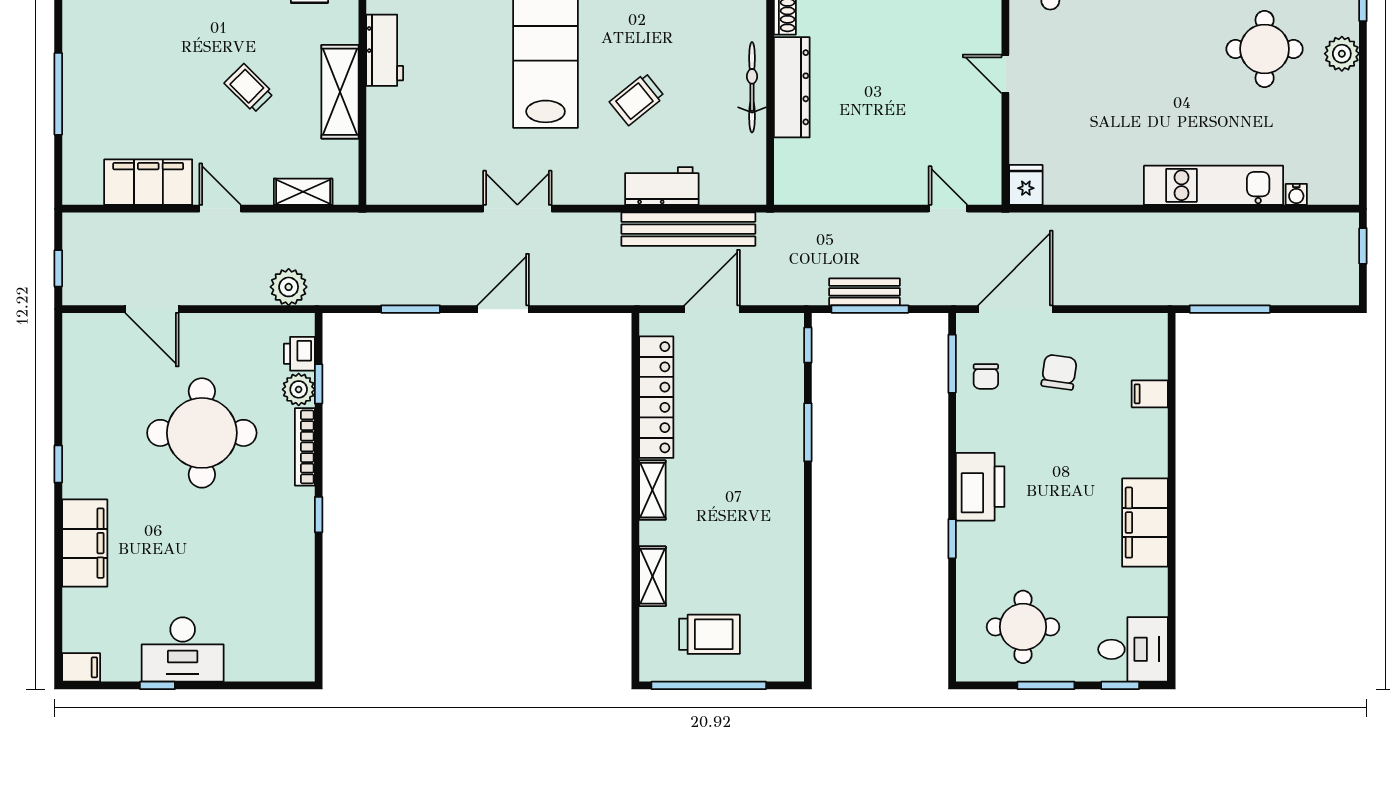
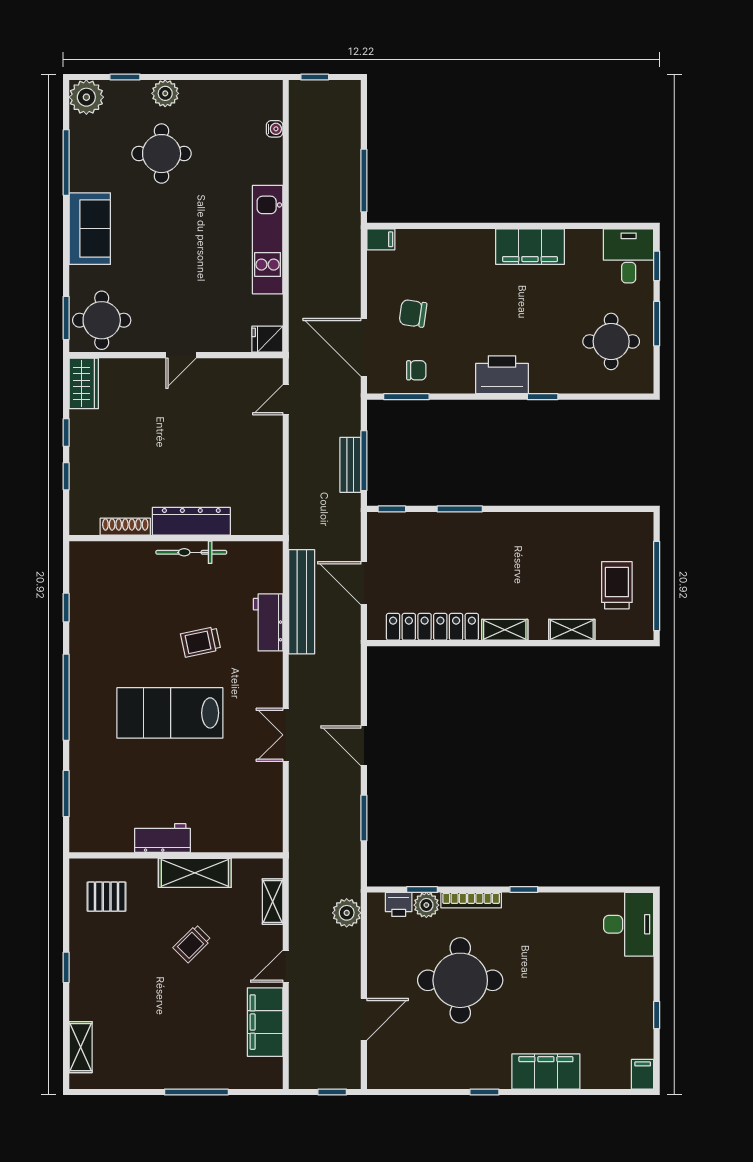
trolley: (637, 99) -> (201, 642), turned 117
kitchen unit: (1214, 185) -> (268, 240), moved
filing cabinet: (1150, 394) -> (381, 239), moved, turned -90
desk: (183, 649) -> (629, 924), moved

